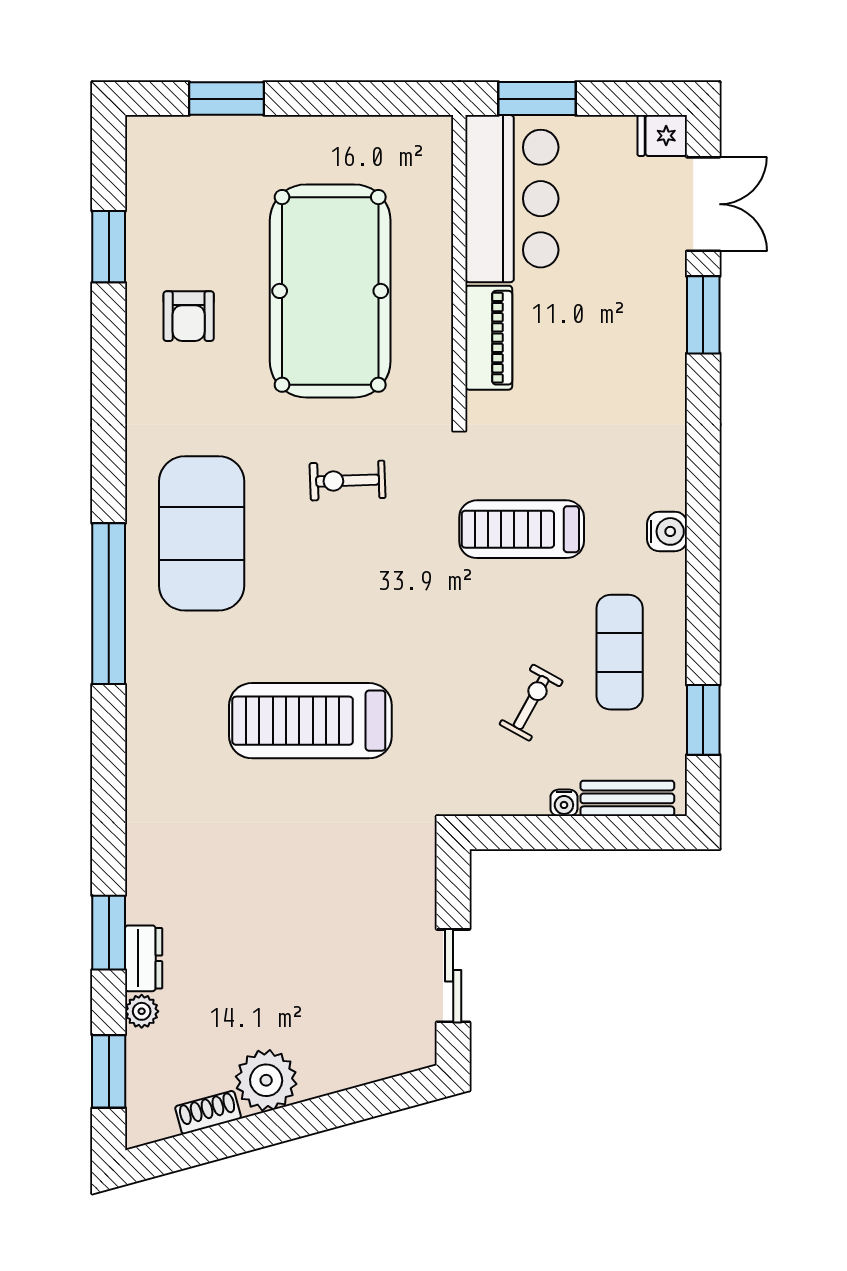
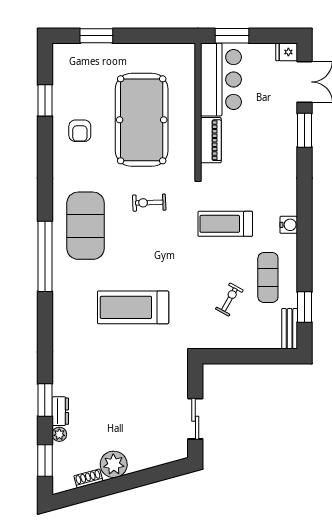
bench: (627, 798) -> (290, 329), moved, turned 90
water cooler: (564, 803) -> (244, 343), removed

